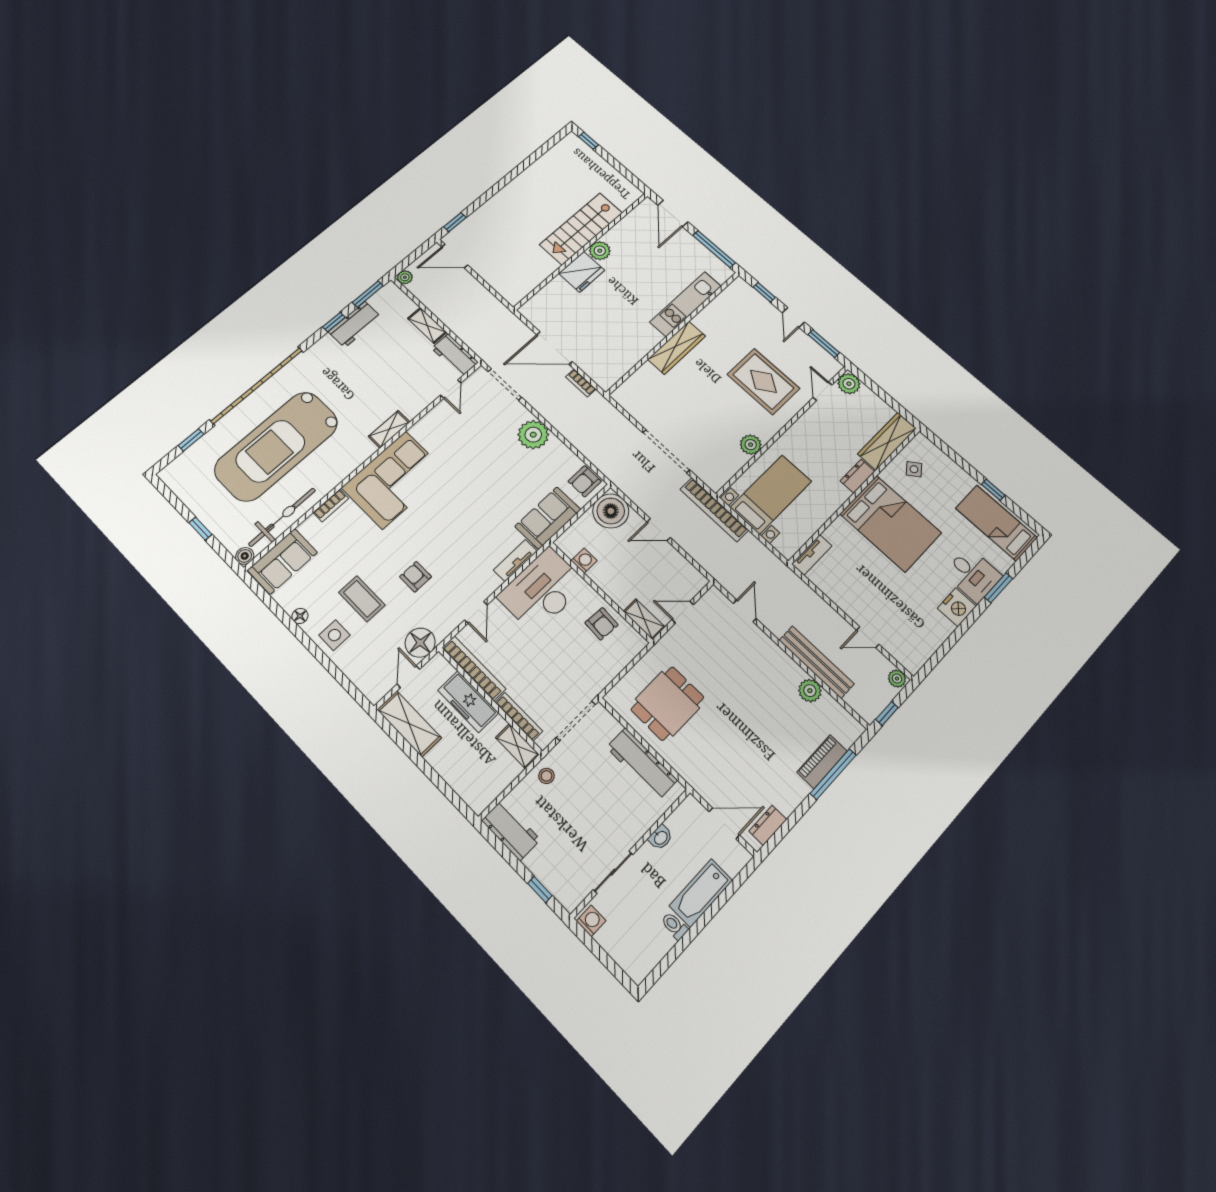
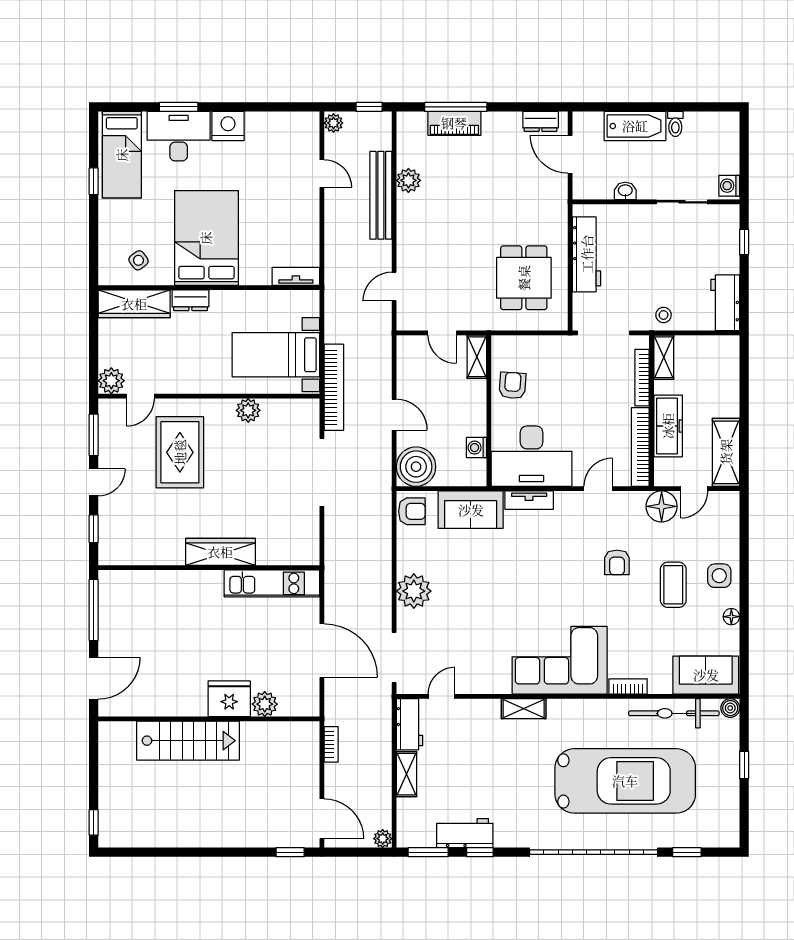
plant: (600, 251) -> (265, 704), moved
kitchen unit: (686, 304) -> (272, 583), moved
bookcase: (581, 383) -> (331, 744), moved
desk: (973, 575) -> (179, 136), width x1.37
dining table: (667, 703) -> (524, 278), turned 90

